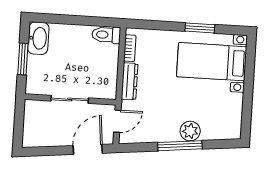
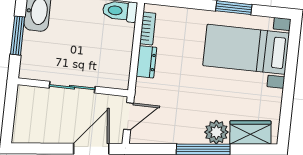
dresser: (130, 81) -> (146, 62), width x0.70
wardrobe: (218, 130) -> (250, 132), added

